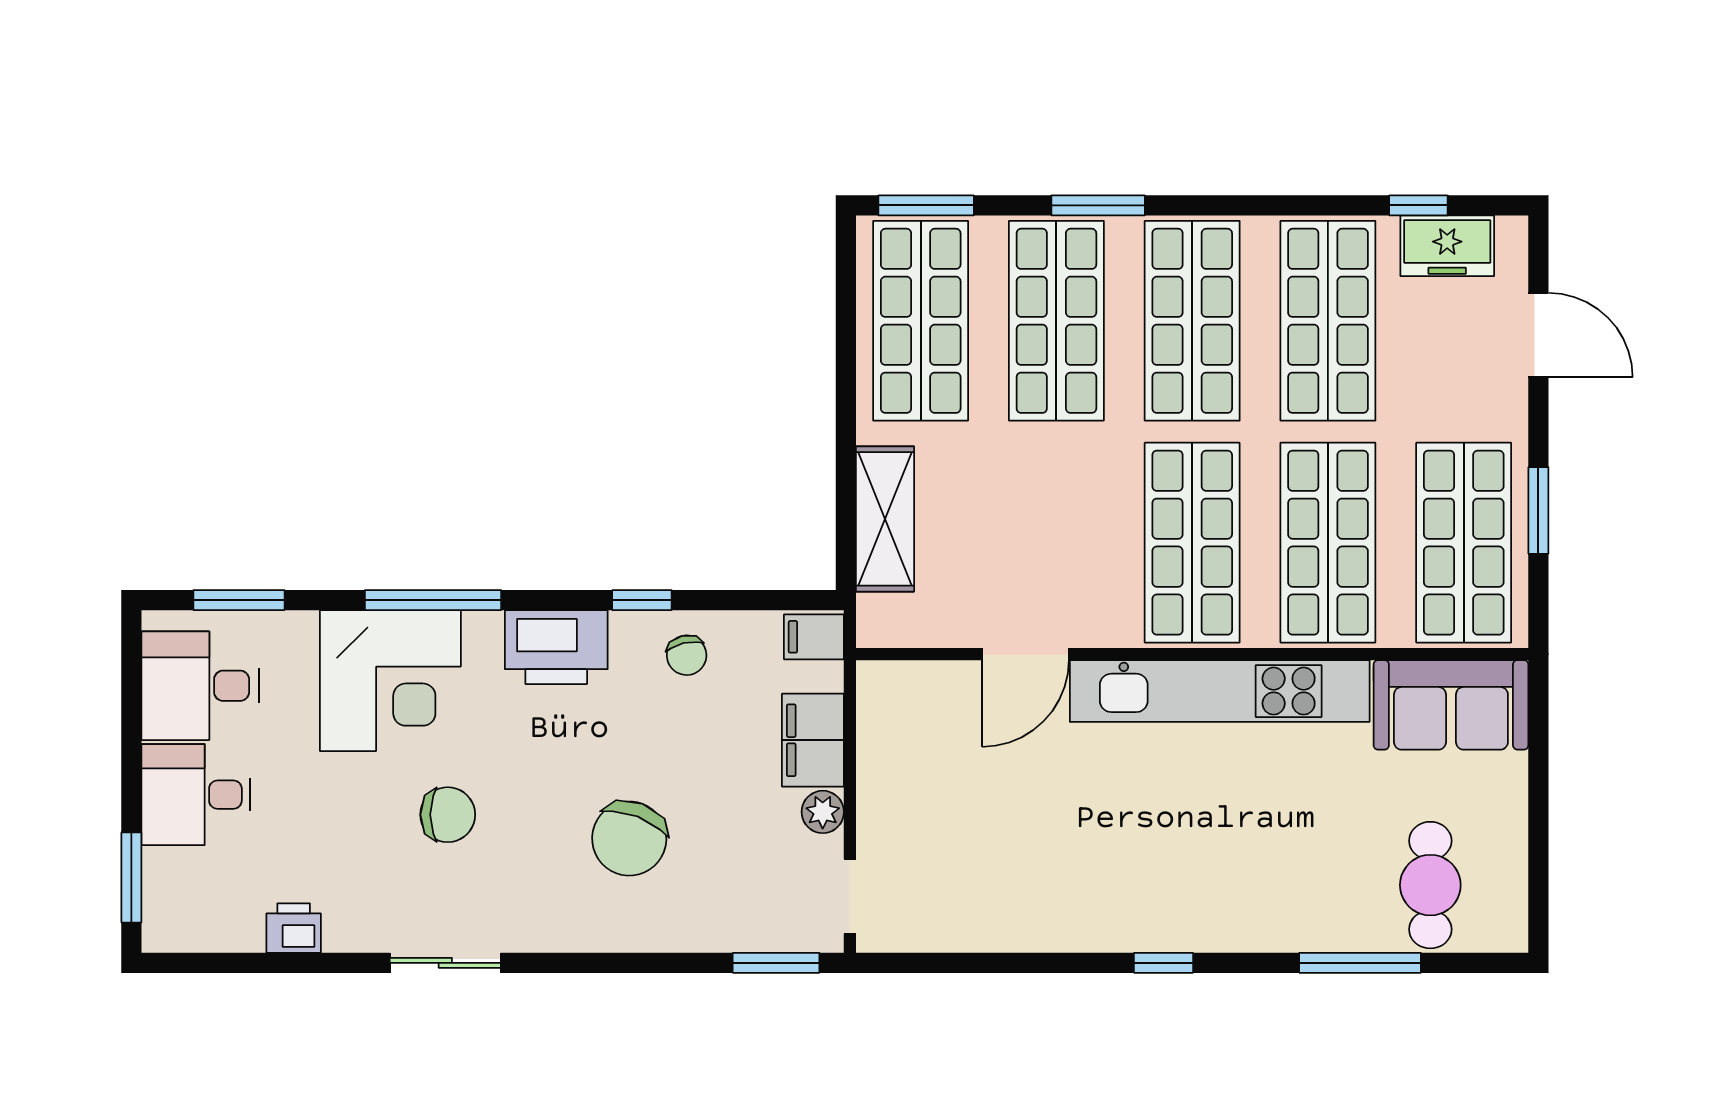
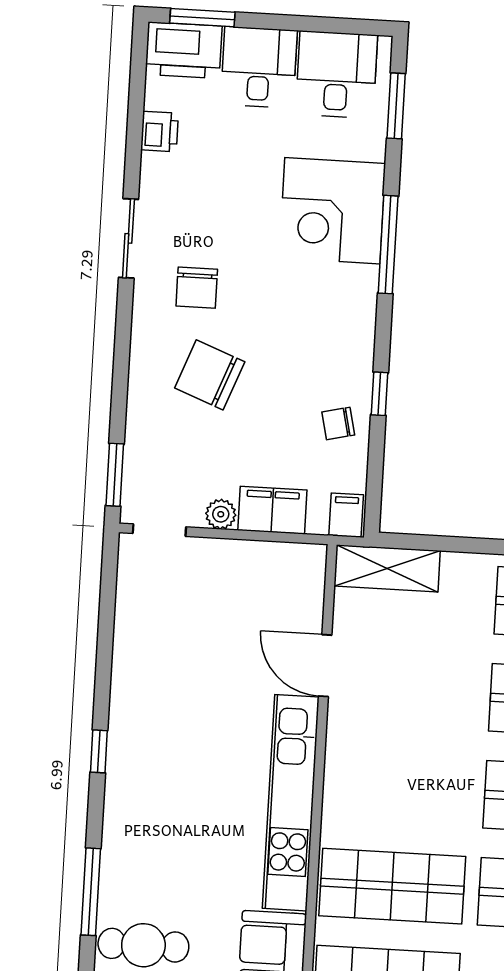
shelving: (885, 519) -> (387, 568), moved
shop shelf: (1192, 543) -> (398, 789), removed
printer: (556, 647) -> (184, 50), moved, turned -90
chair: (448, 815) -> (197, 288), moved

